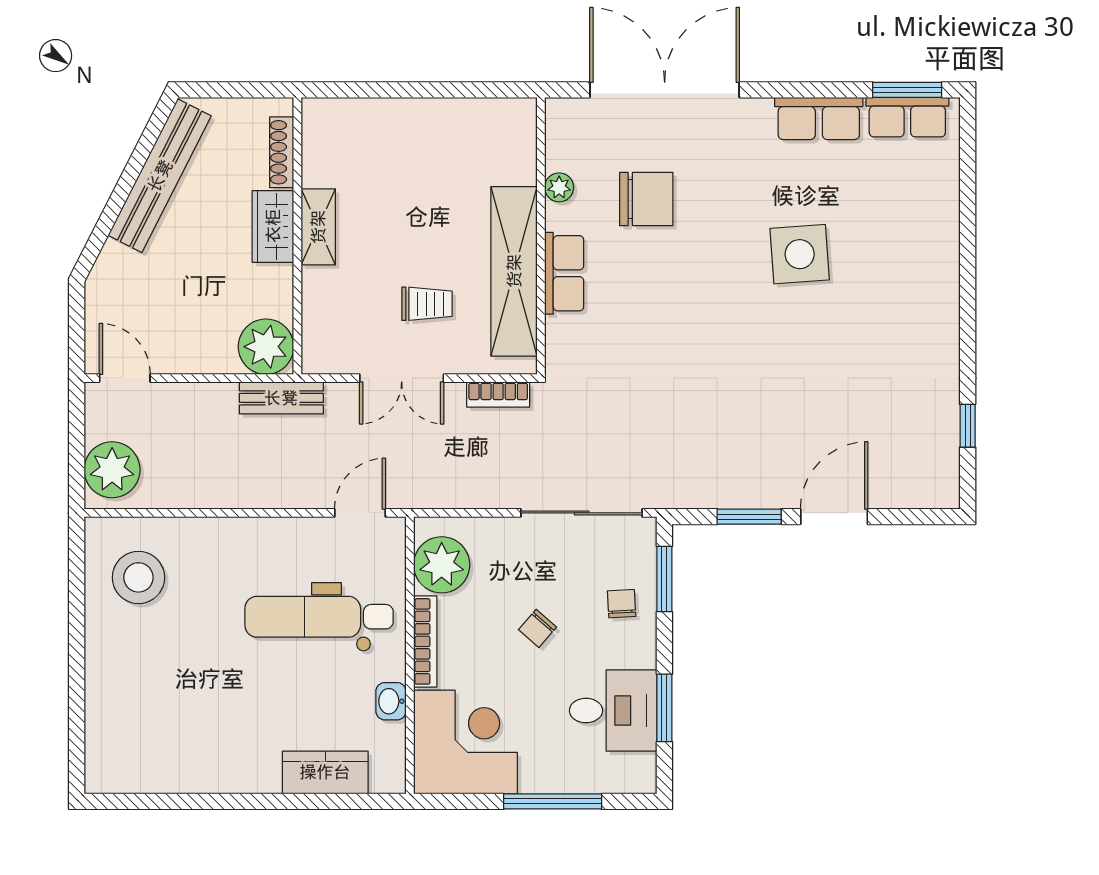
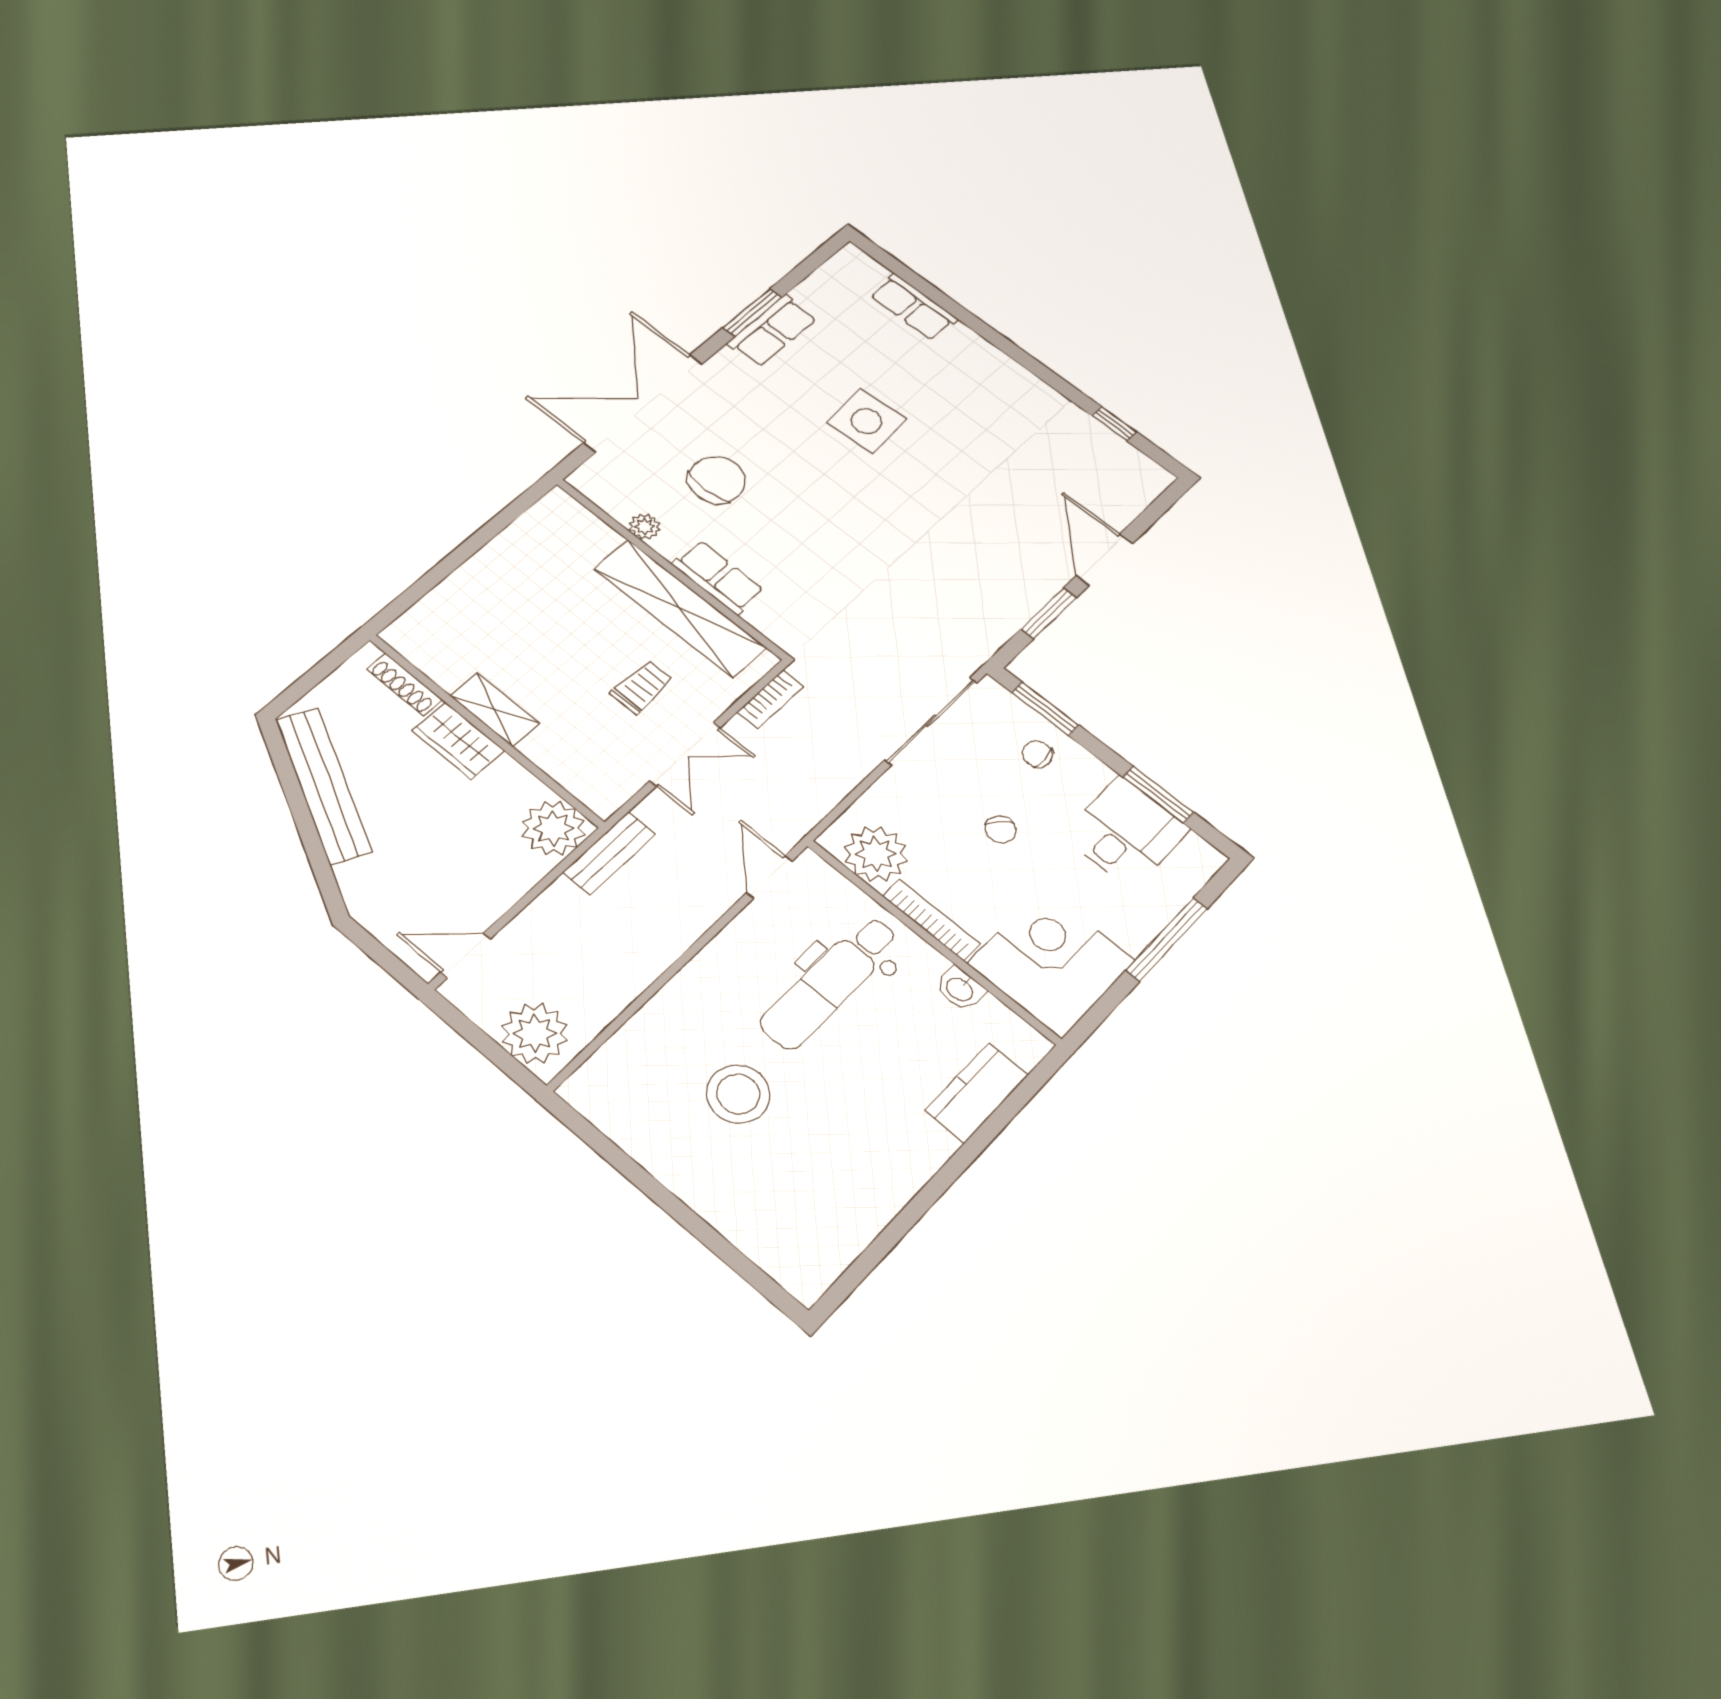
window: (907, 90) -> (752, 313), moved
row of seats: (907, 117) -> (913, 307), moved, turned 90
stool: (138, 577) -> (738, 1094), moved

